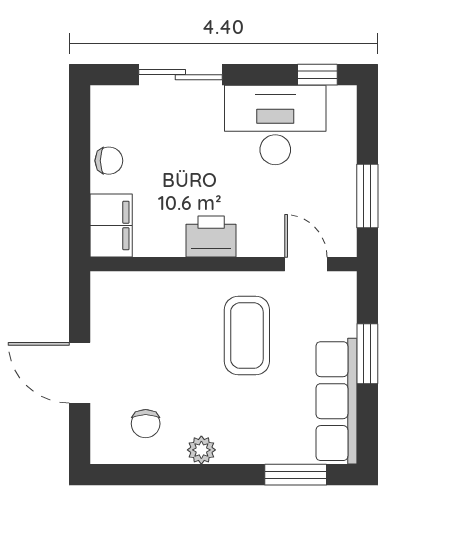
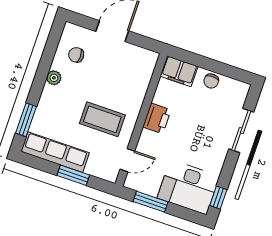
desk: (275, 125) -> (188, 187), moved, turned 90

